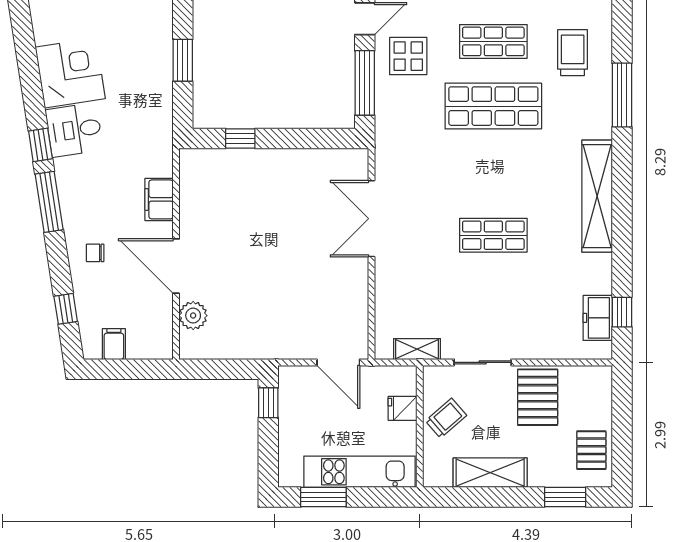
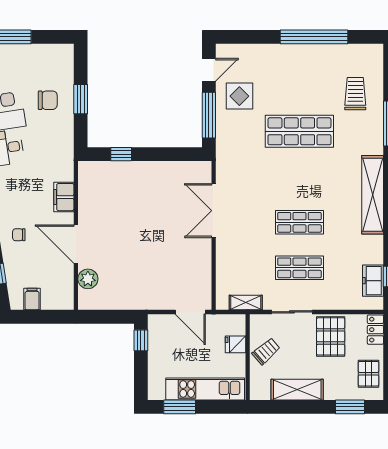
shop shelf: (493, 41) -> (299, 268), moved
chair: (136, 62) -> (48, 100), added
locker: (601, 388) -> (375, 330), added

